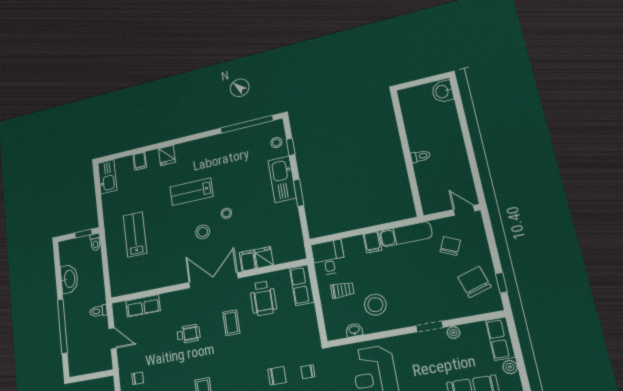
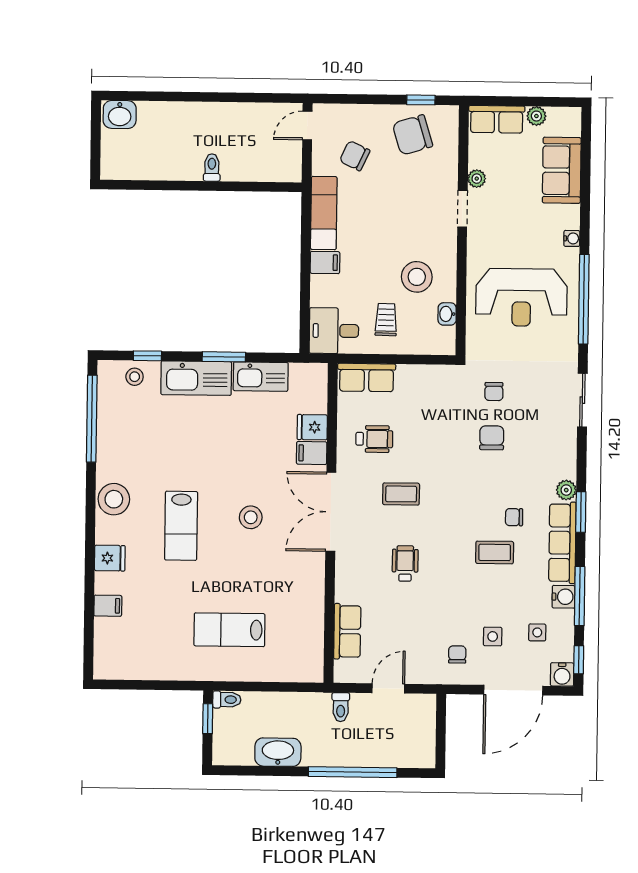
kitchen sink: (107, 177) -> (261, 377), moved, turned 180
stool: (226, 213) -> (114, 499), moved, width x1.89, depth x1.89
wheelchair: (263, 298) -> (374, 439), width x0.73, depth x0.73

